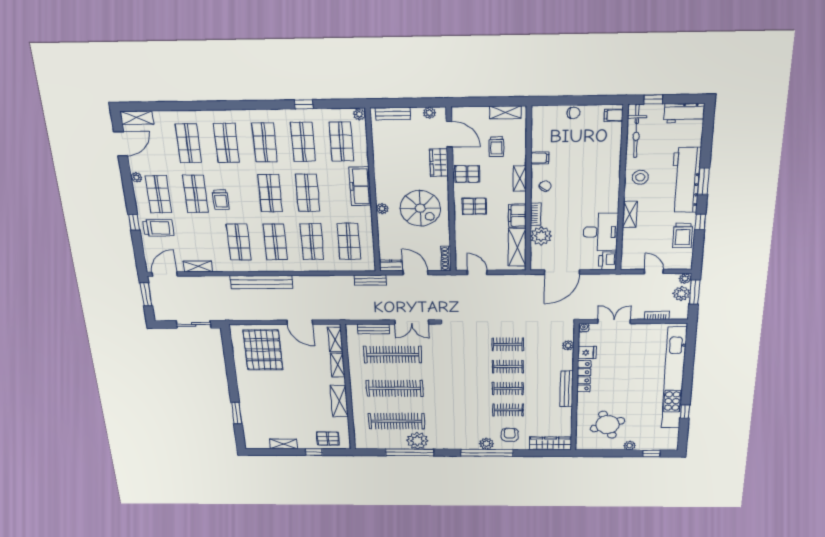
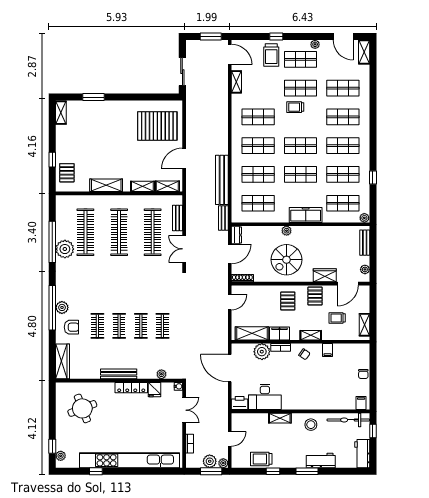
workbench: (686, 180) -> (321, 460), width x0.53, depth x0.76
bench: (261, 282) -> (222, 180), moved
shelving: (284, 444) -> (61, 113), moved
plant: (630, 446) -> (61, 456), moved

